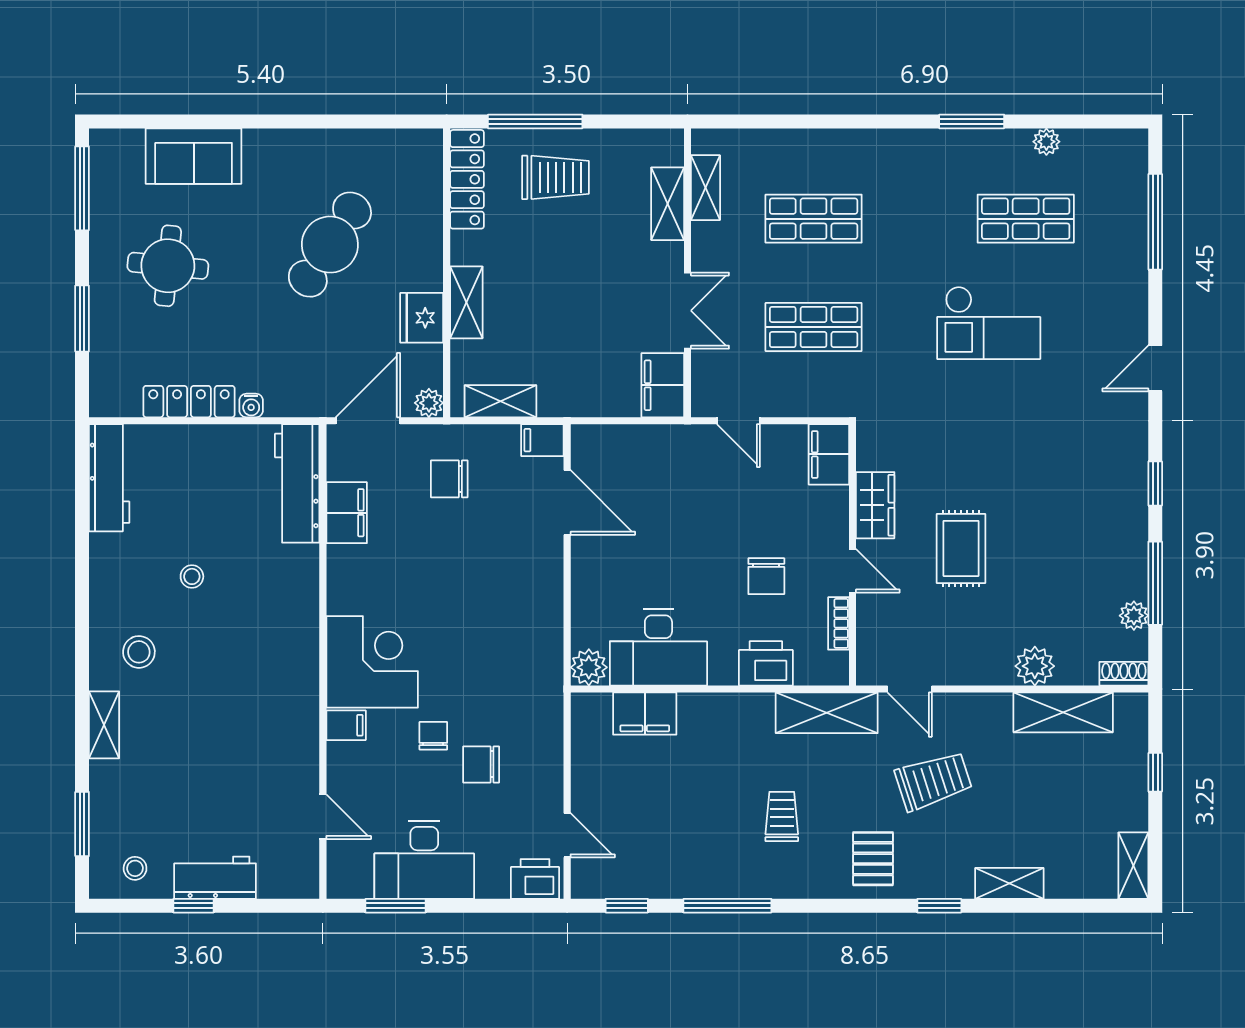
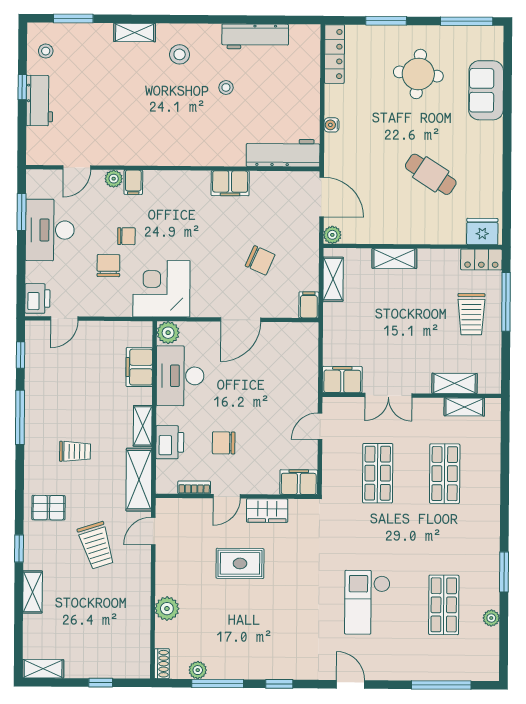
locker: (467, 179) -> (481, 259), width x0.66
cafe table: (330, 245) -> (431, 174), width x0.73, depth x0.74
fridge: (422, 318) -> (482, 231), moved
checkout: (989, 323) -> (367, 602), moved
locker: (189, 402) -> (334, 54), moved
workbench: (109, 478) -> (255, 36), moved
chair: (449, 479) -> (260, 260), moved, turned 114
door: (567, 502) -> (241, 320), moved
filing cabinet: (347, 513) -> (230, 183), moved
corner desk: (372, 662) -> (161, 289), moved, turned 180
shelving: (1063, 712) -> (143, 426), moved, width x0.67, depth x0.75
plant: (341, 757) -> (114, 179), added

